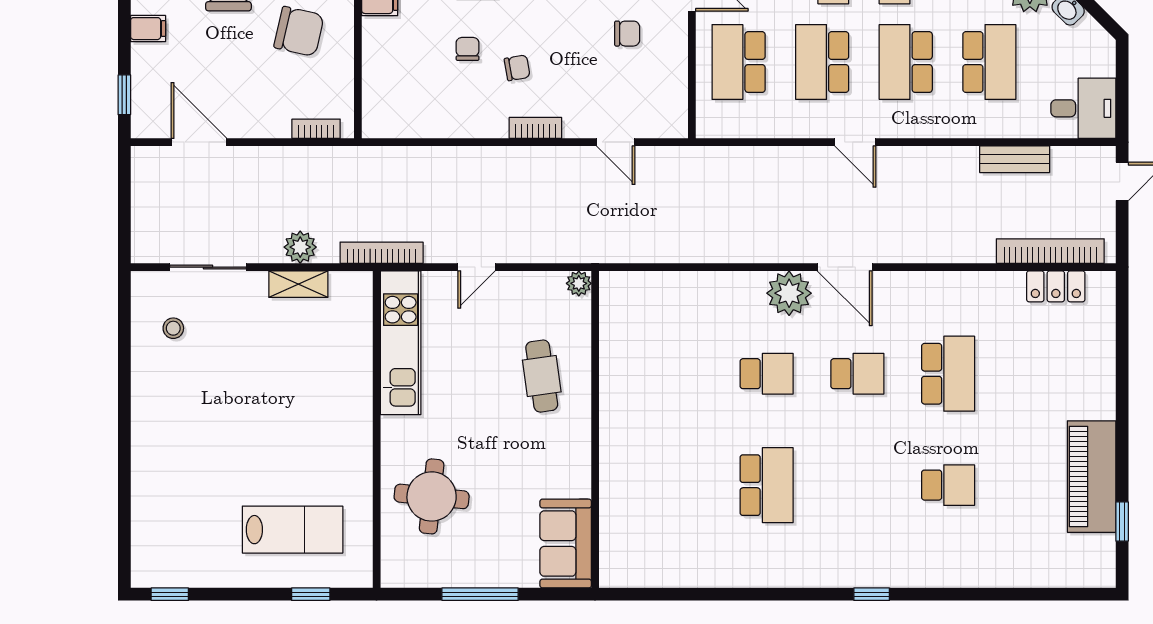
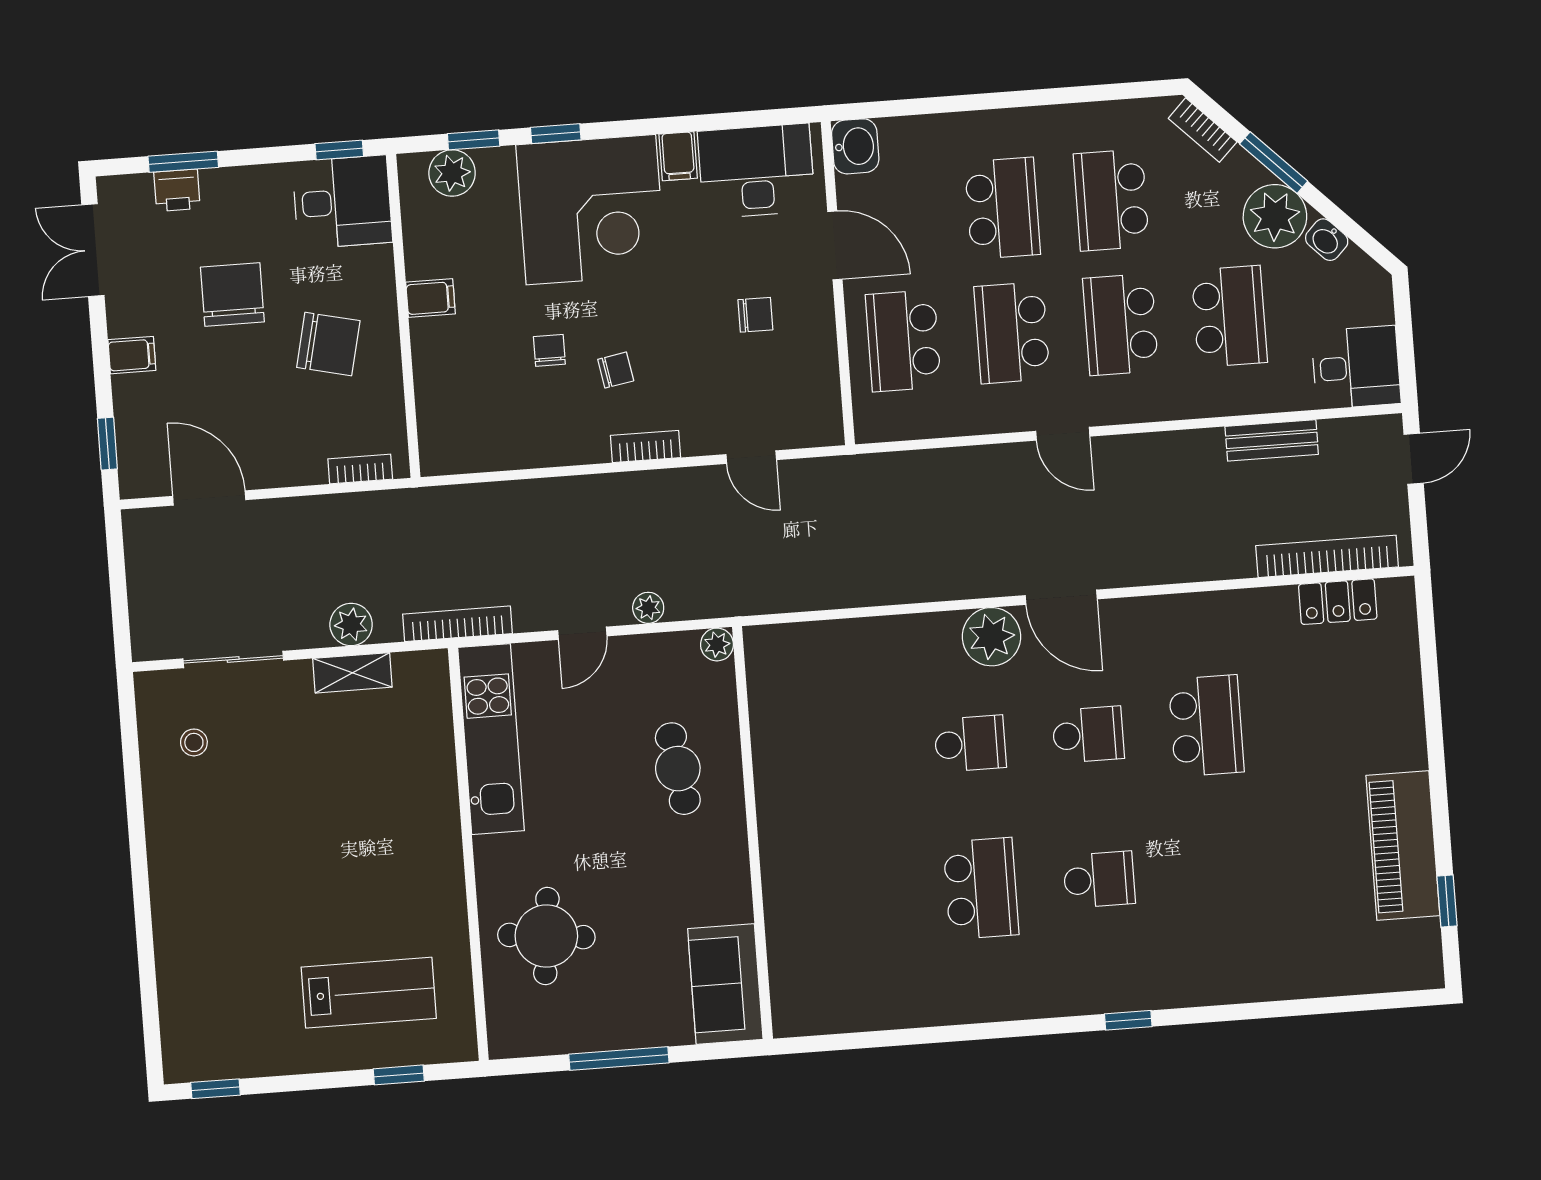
plant: (528, 251) -> (648, 608), added
school desk: (948, 485) -> (1099, 880), moved

